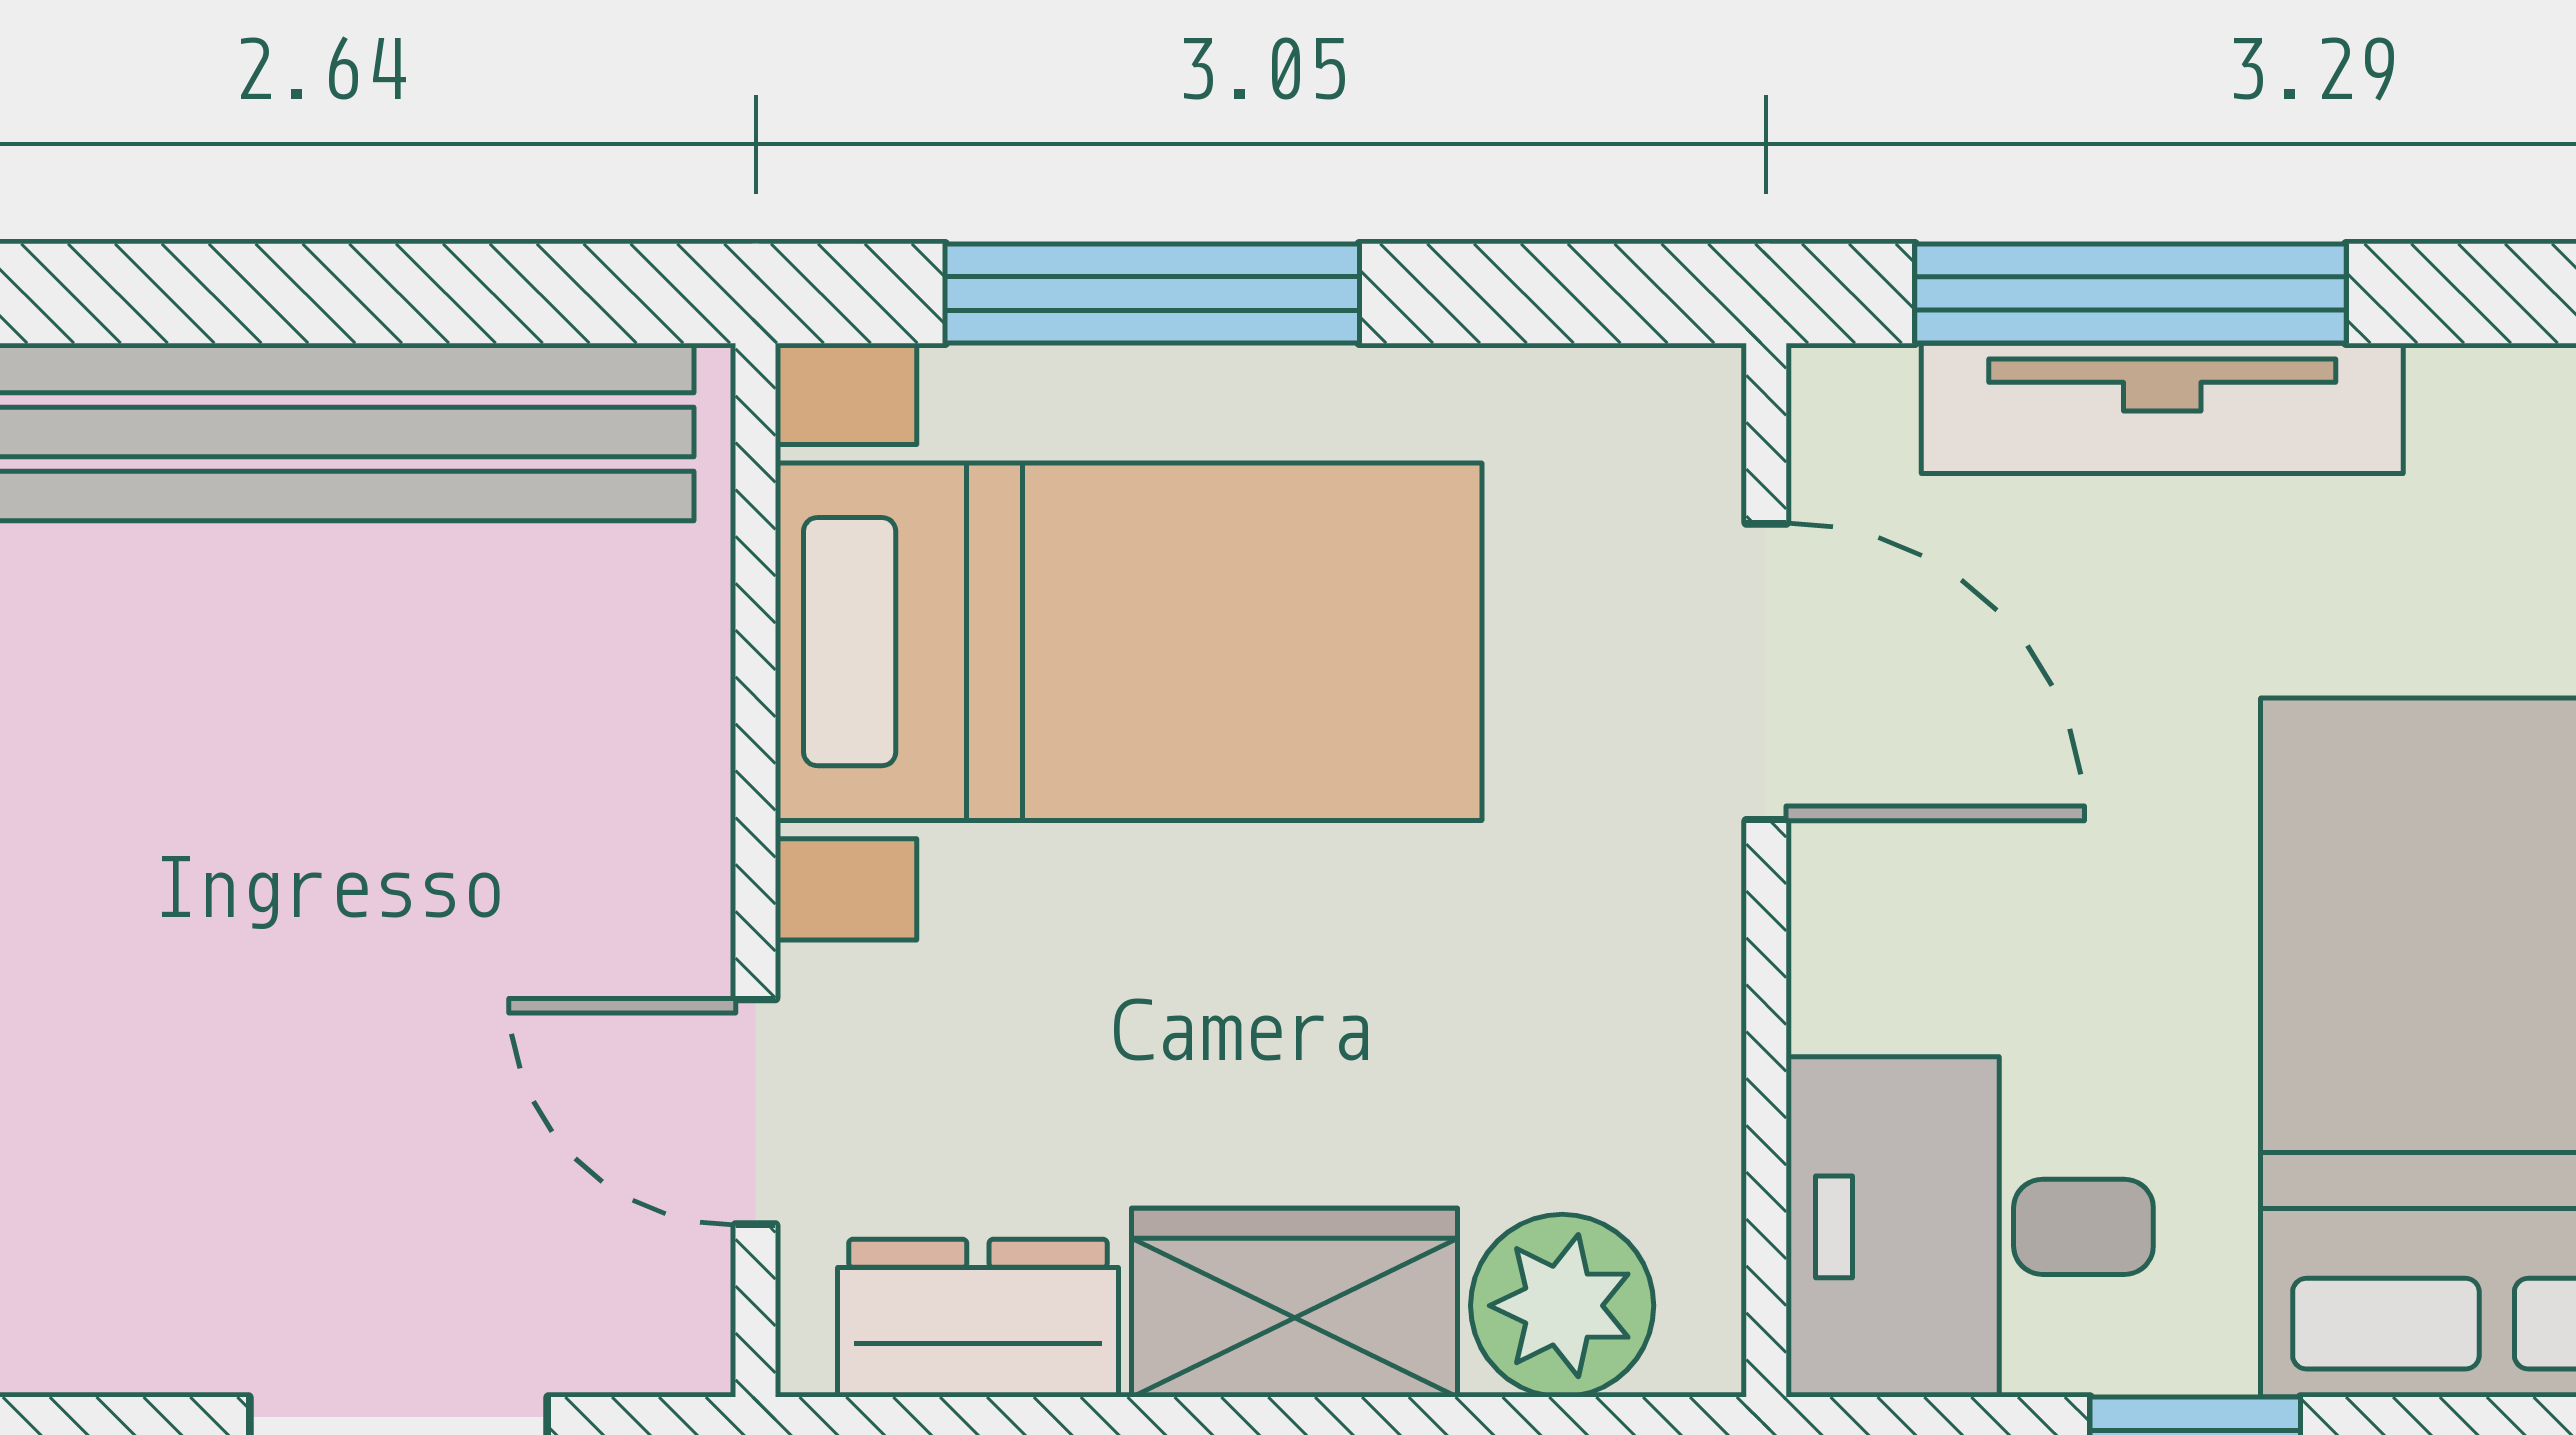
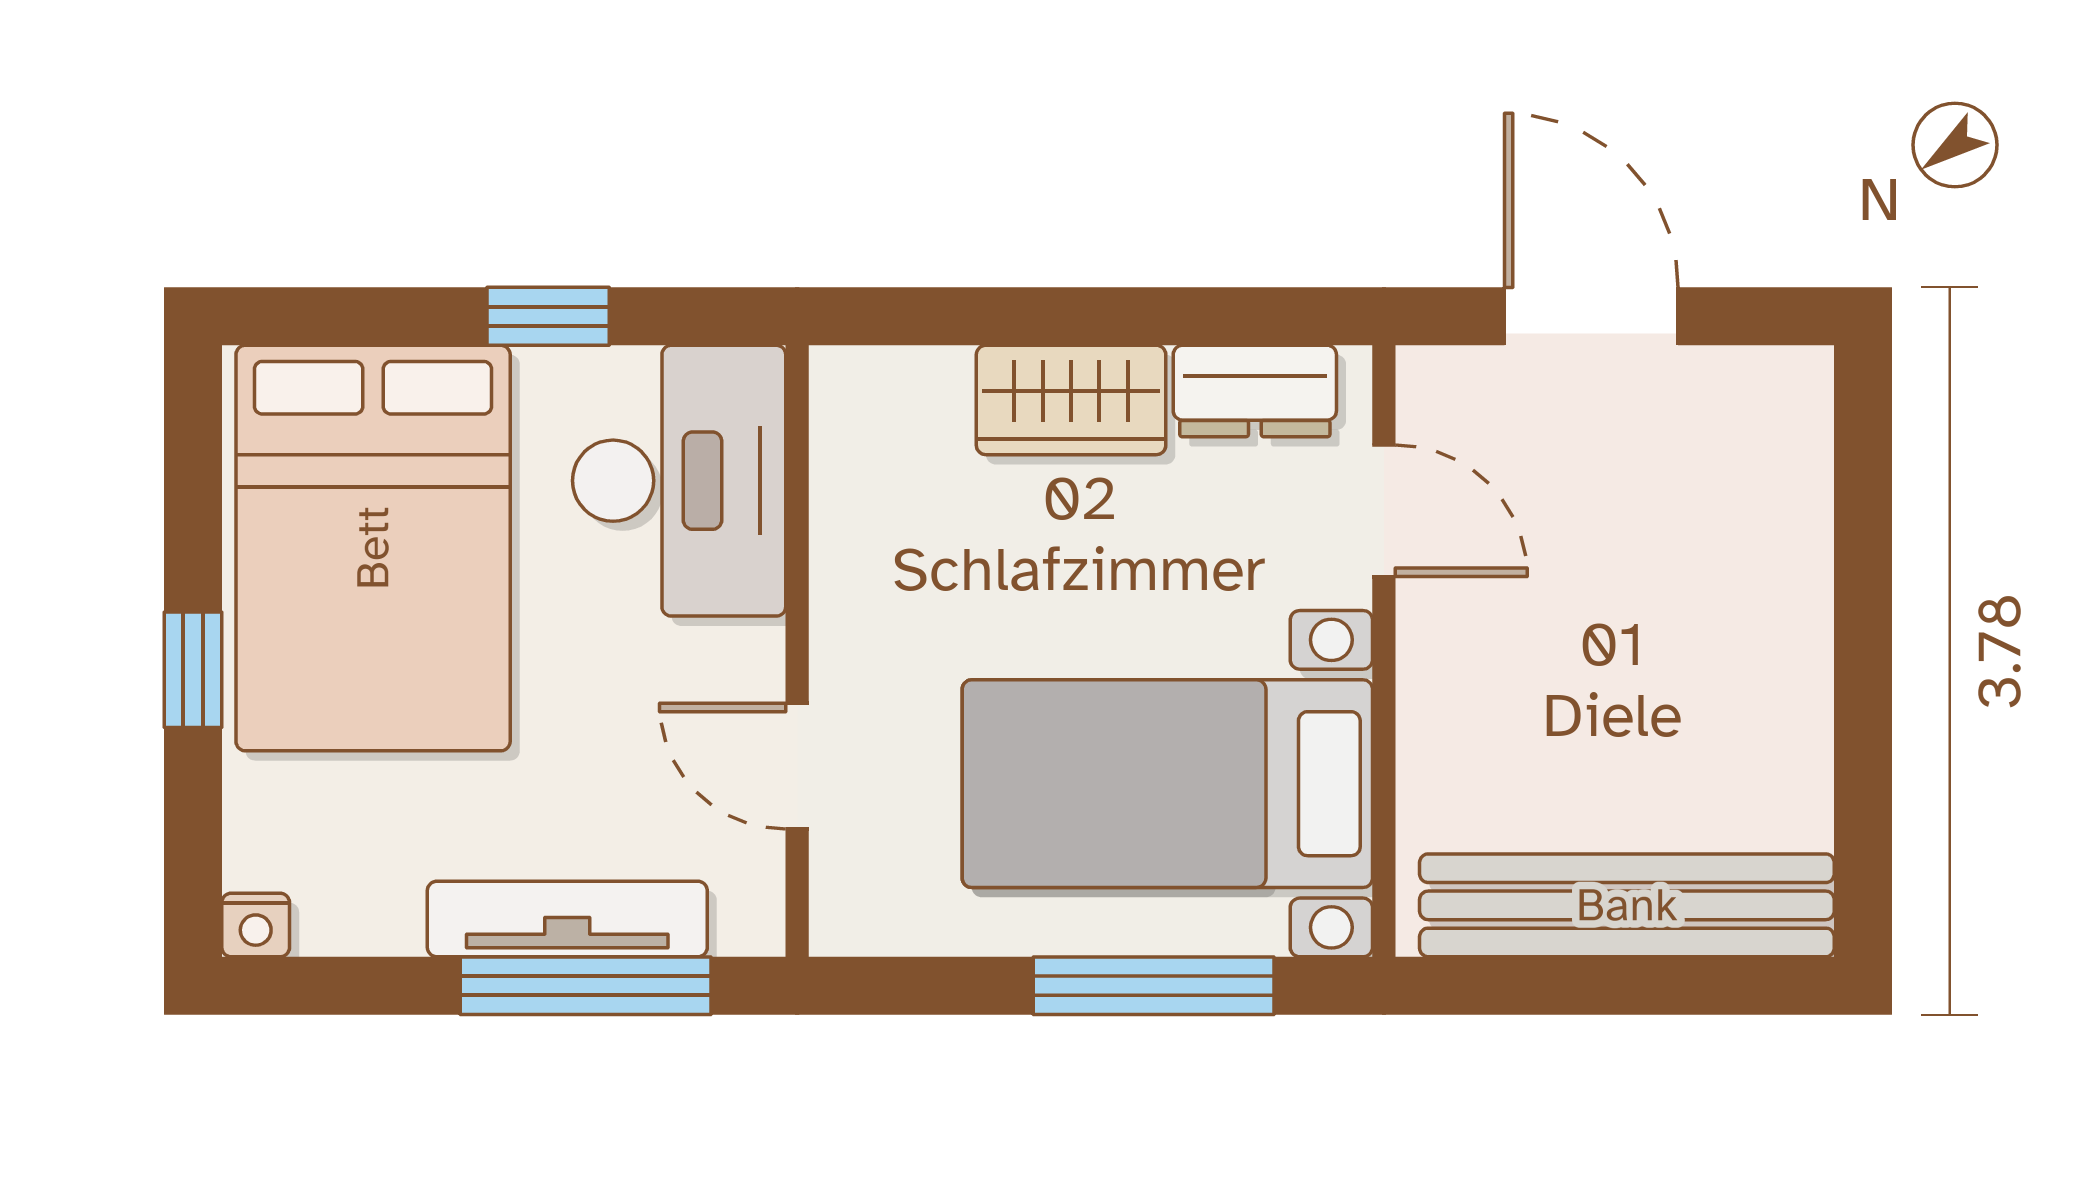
door: (1766, 672) -> (797, 766), width x0.73
desk: (1970, 1227) -> (679, 481), width x1.37
plant: (1562, 1306) -> (916, 398), removed

